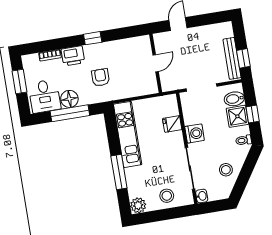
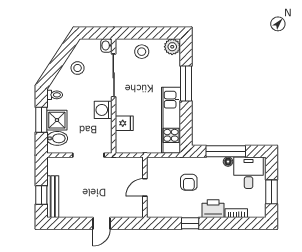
bench: (232, 58) -> (53, 197), moved
window: (243, 58) -> (41, 195), moved
door: (156, 63) -> (145, 187), moved
wall: (156, 63) -> (145, 187), moved
floor lamp: (69, 99) -> (228, 162), width x0.53, depth x0.53
window: (253, 114) -> (41, 120), width x1.50

